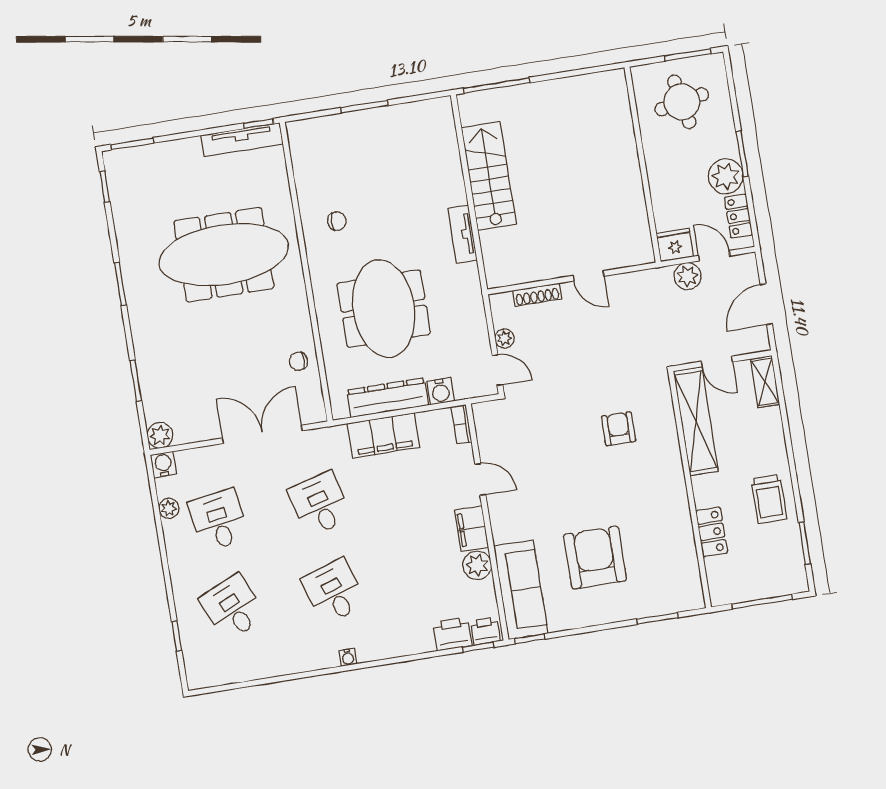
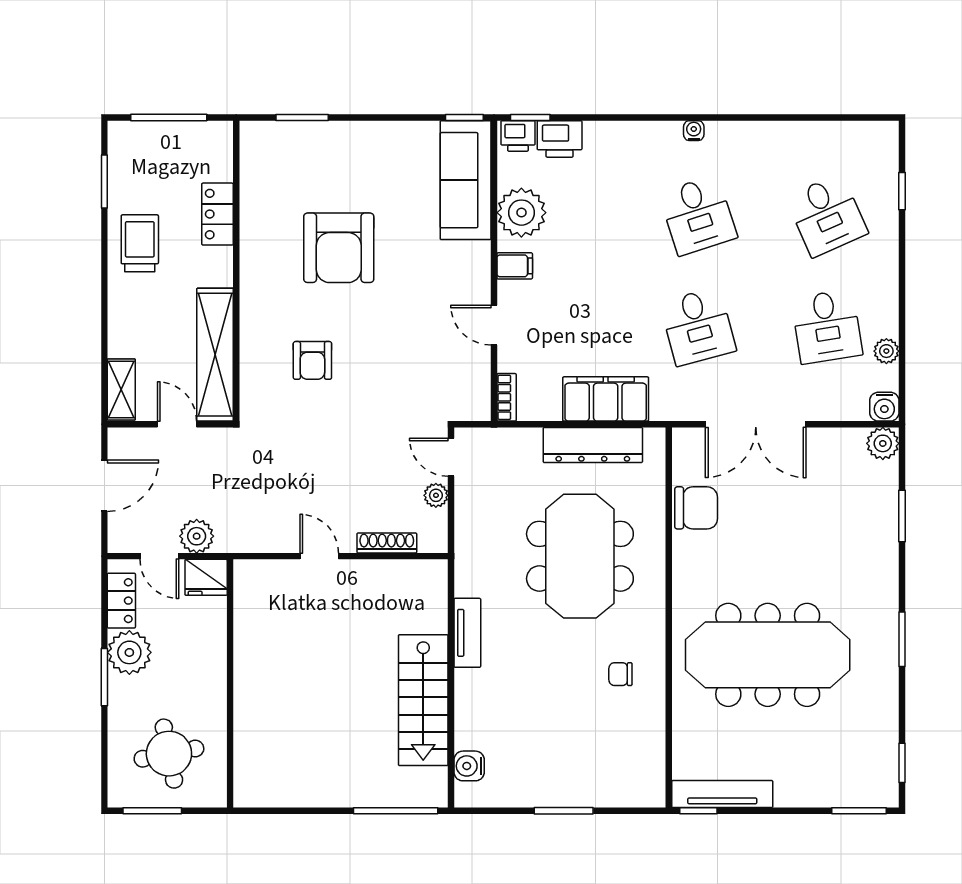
chair: (299, 361) -> (696, 508), width x1.87, depth x1.87
water cooler: (441, 391) -> (469, 766), moved, turned -90
filing cabinet: (472, 529) -> (515, 266), width x0.50
armchair: (595, 558) -> (339, 248), moved
plant: (477, 565) -> (521, 213), width x1.36, depth x1.36

